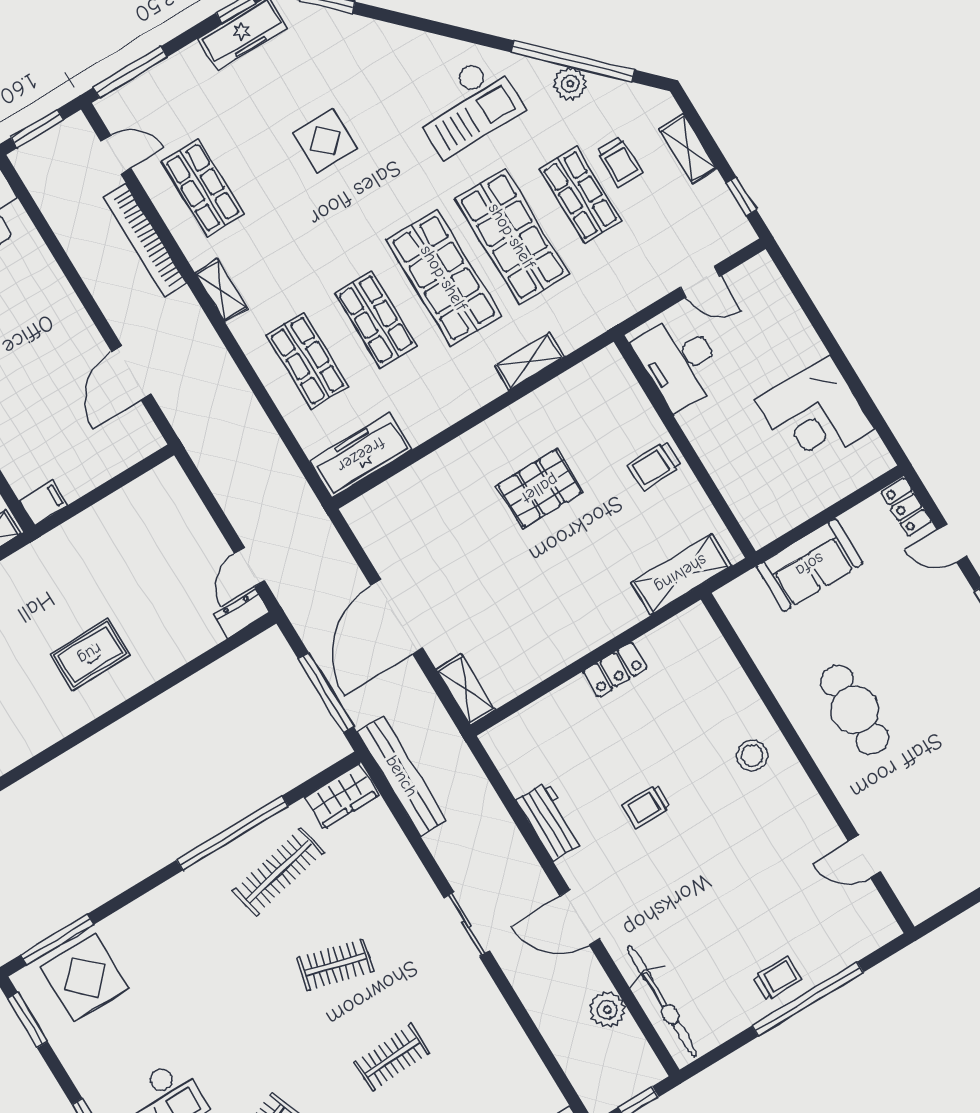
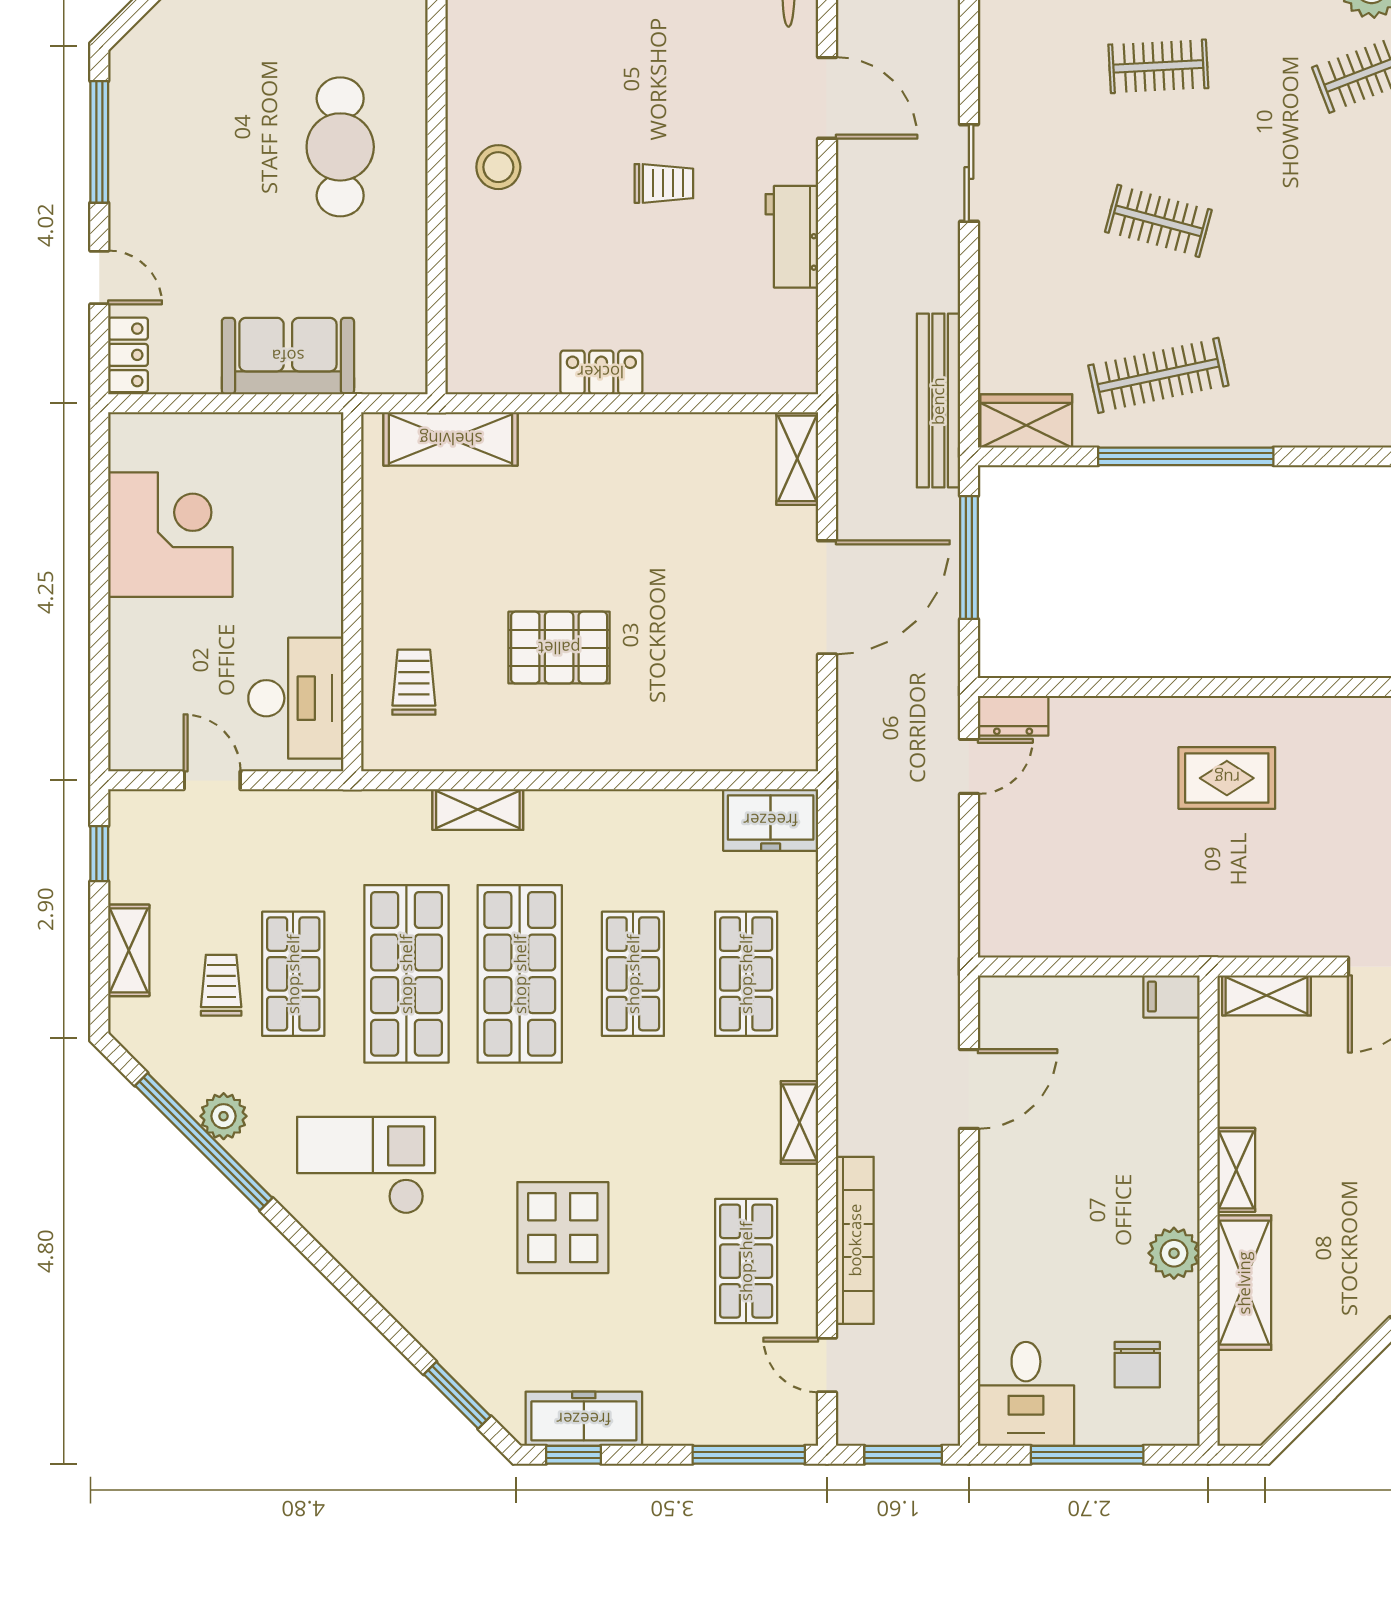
display table: (325, 141) -> (563, 1228), width x1.36, depth x1.36
freezer: (361, 455) -> (771, 820), width x0.71
trolley: (654, 466) -> (414, 682), moved, turned -88

